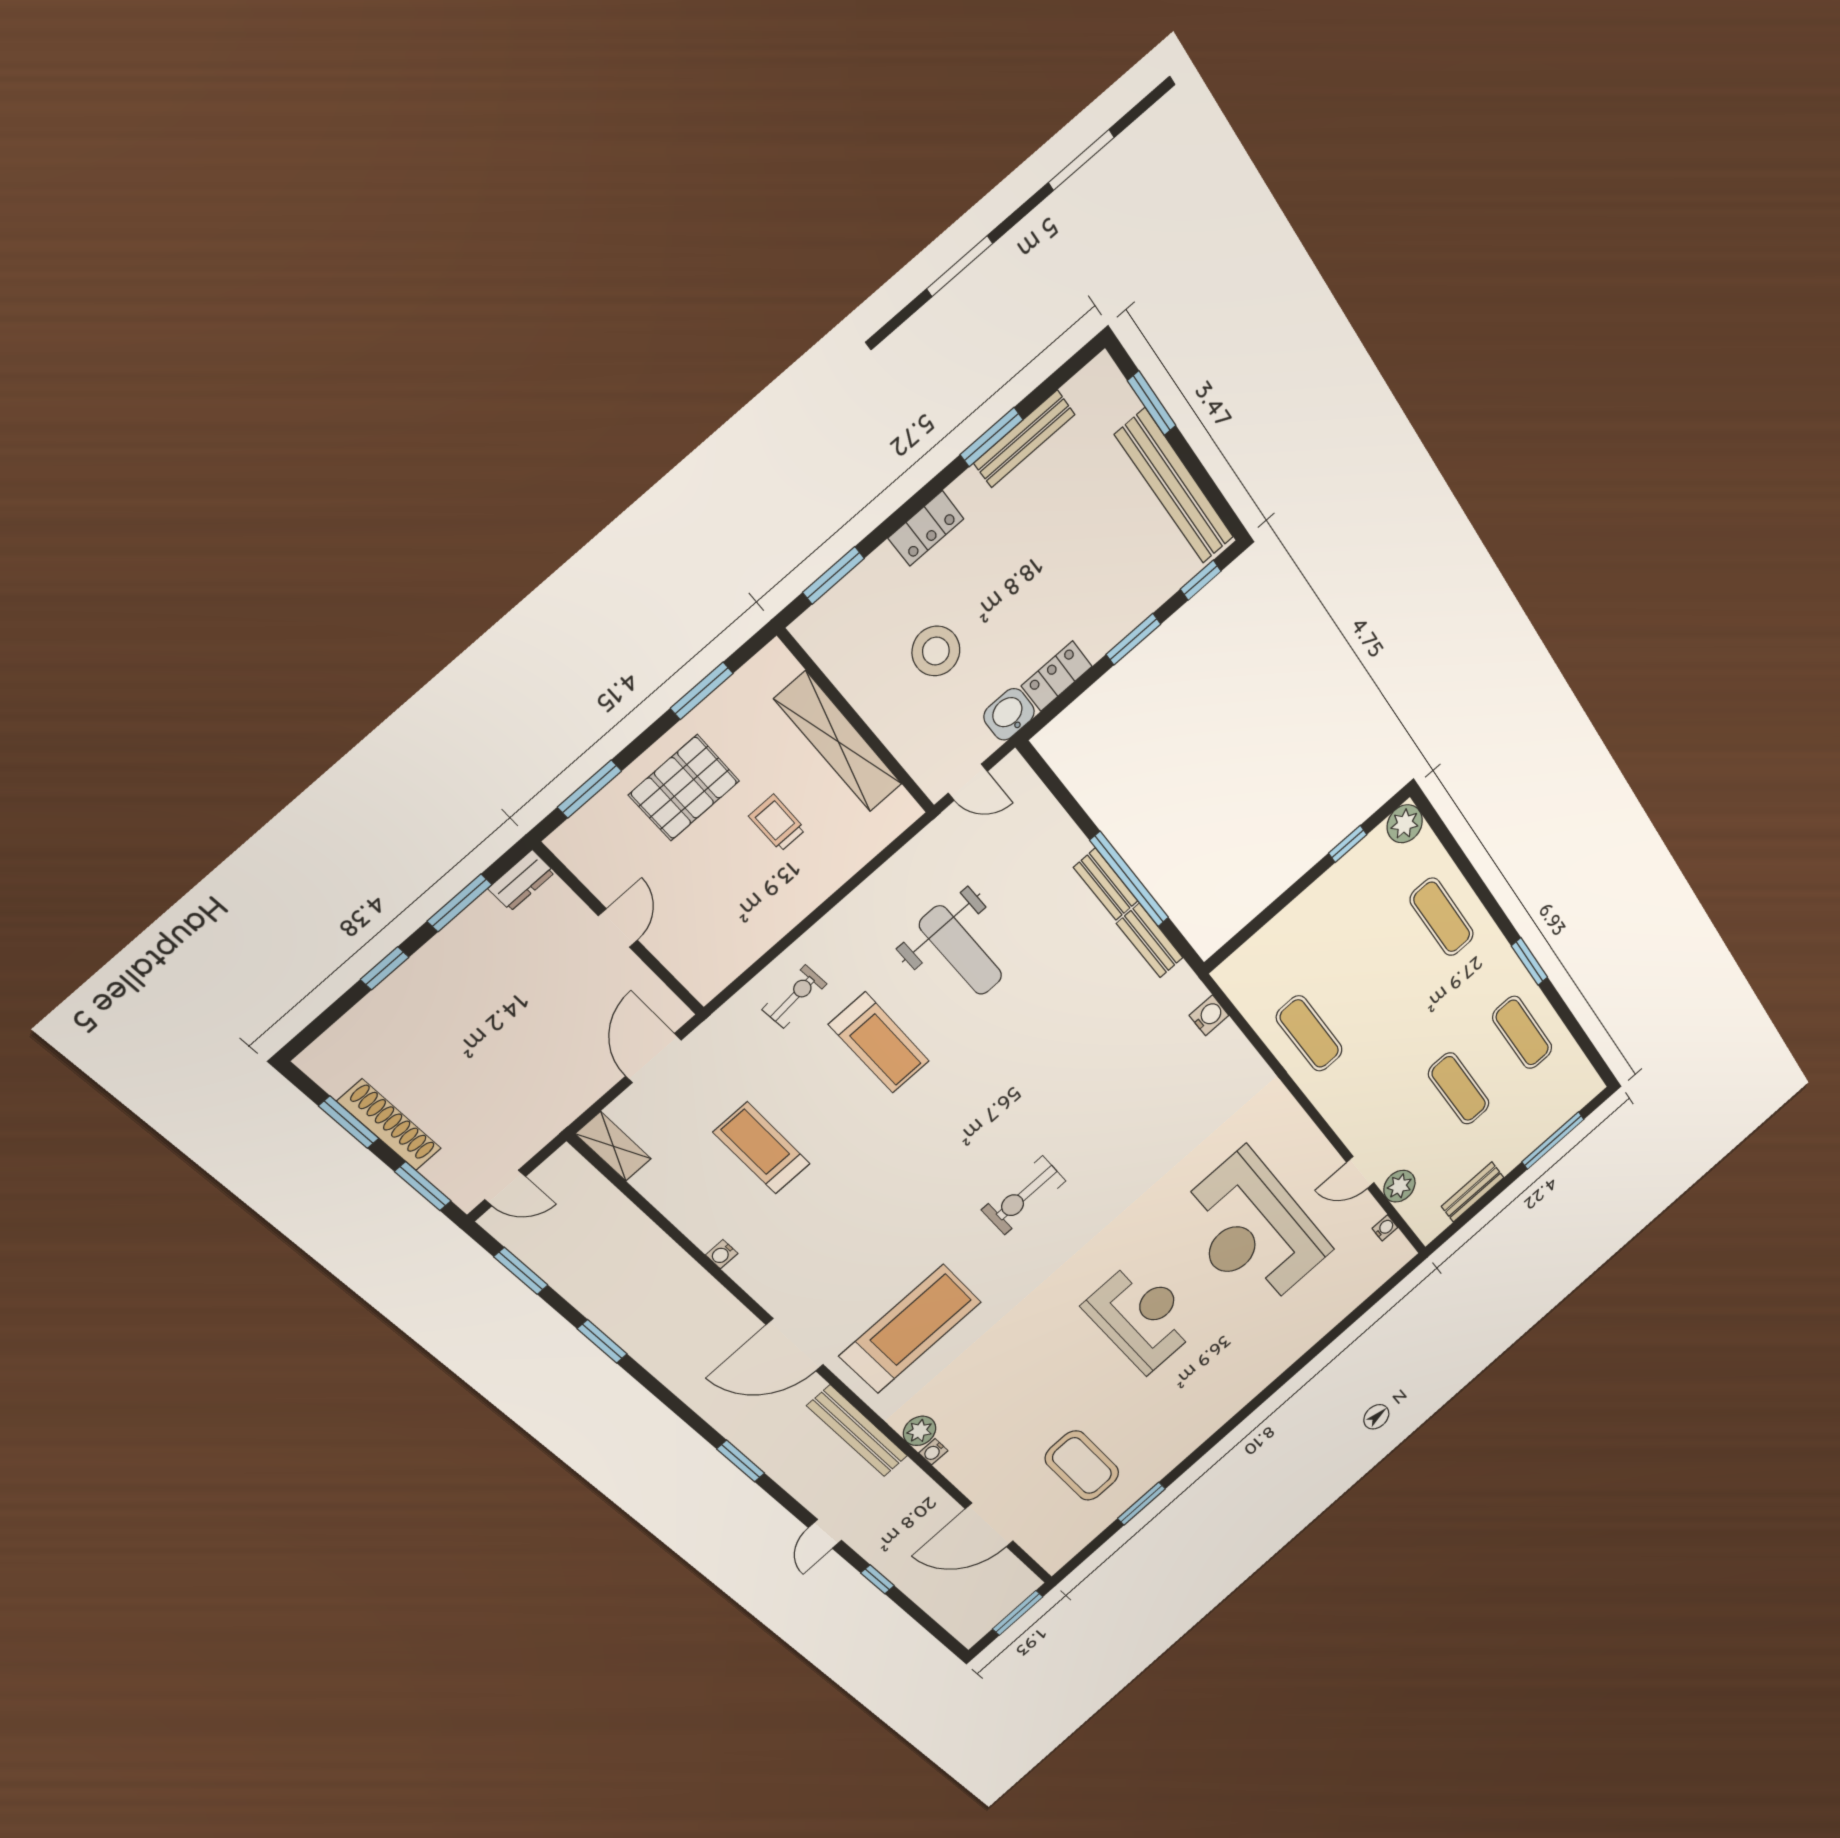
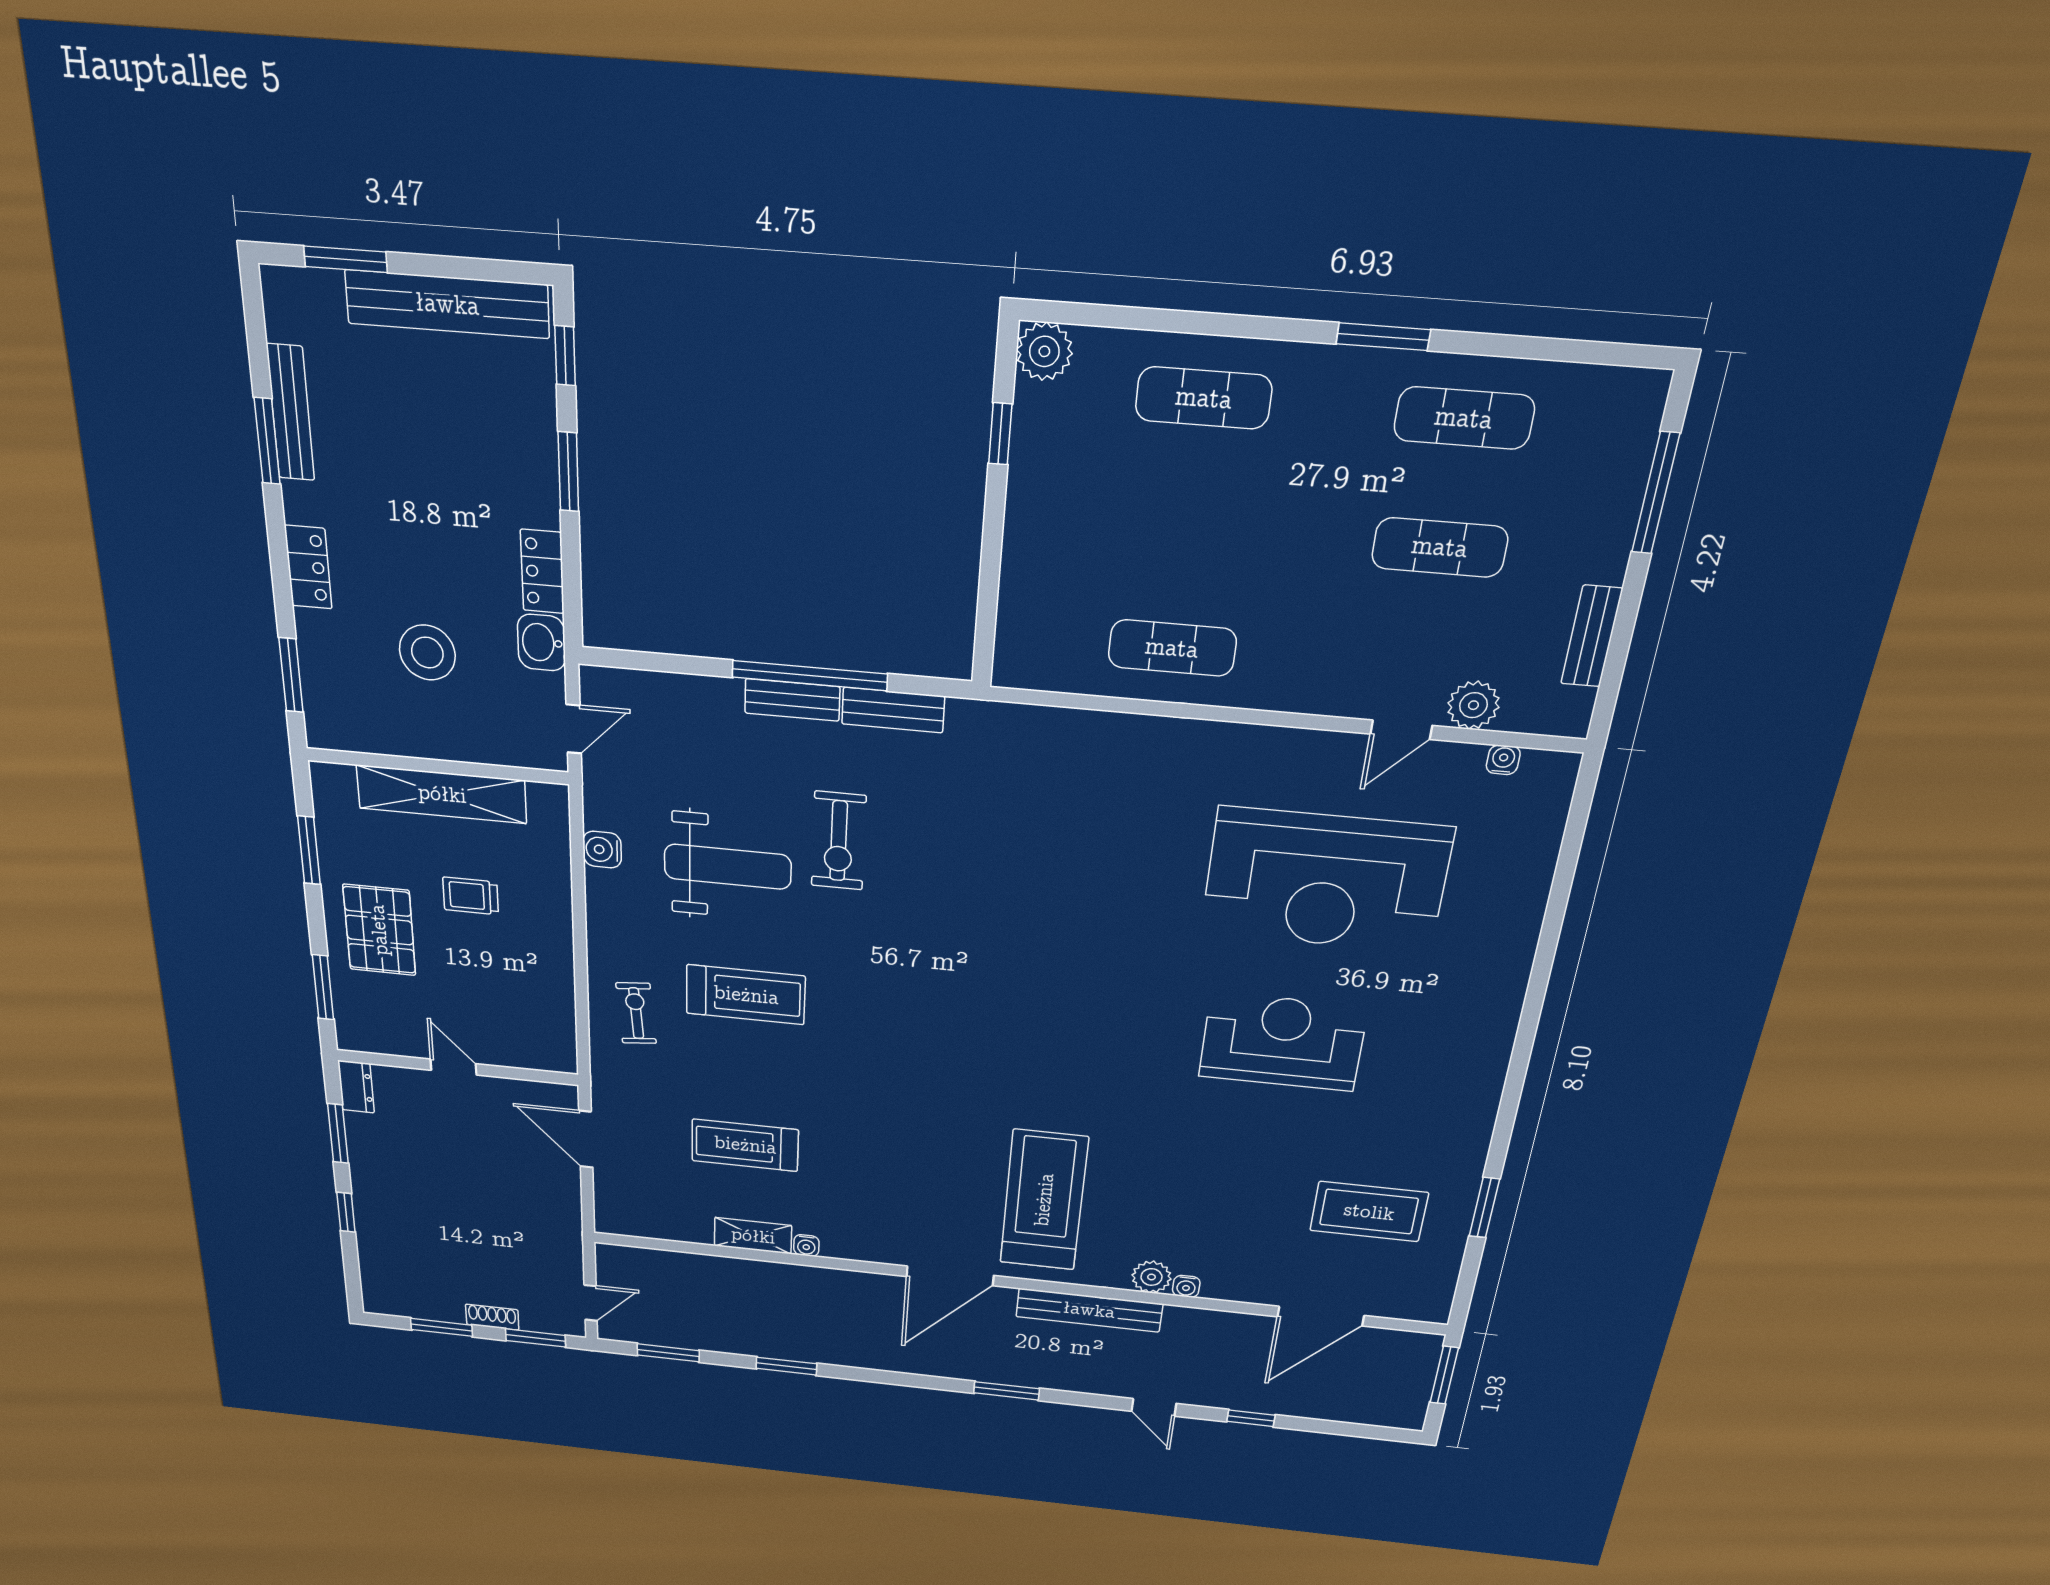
water cooler: (1209, 1015) -> (602, 850), moved, turned -90
shoe rack: (389, 1125) -> (492, 1317), width x0.51, depth x0.81
shelving: (613, 1146) -> (753, 1236), moved
exercise bike: (1024, 1195) -> (839, 841), moved

